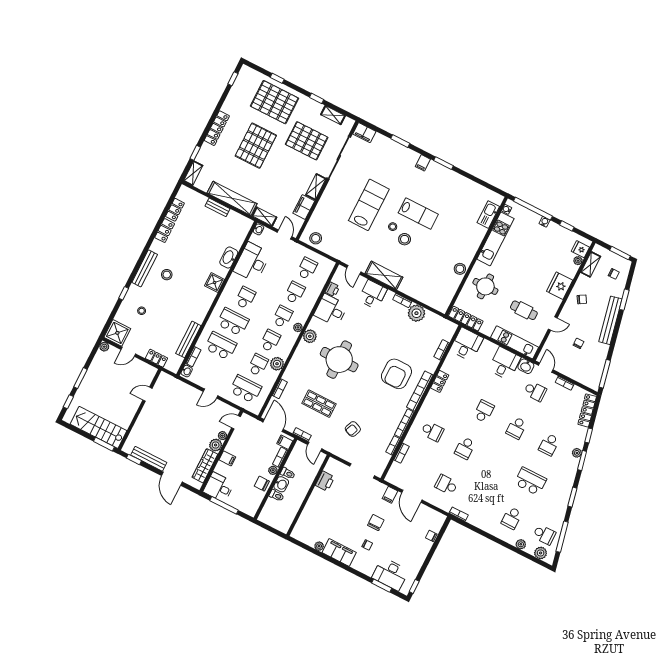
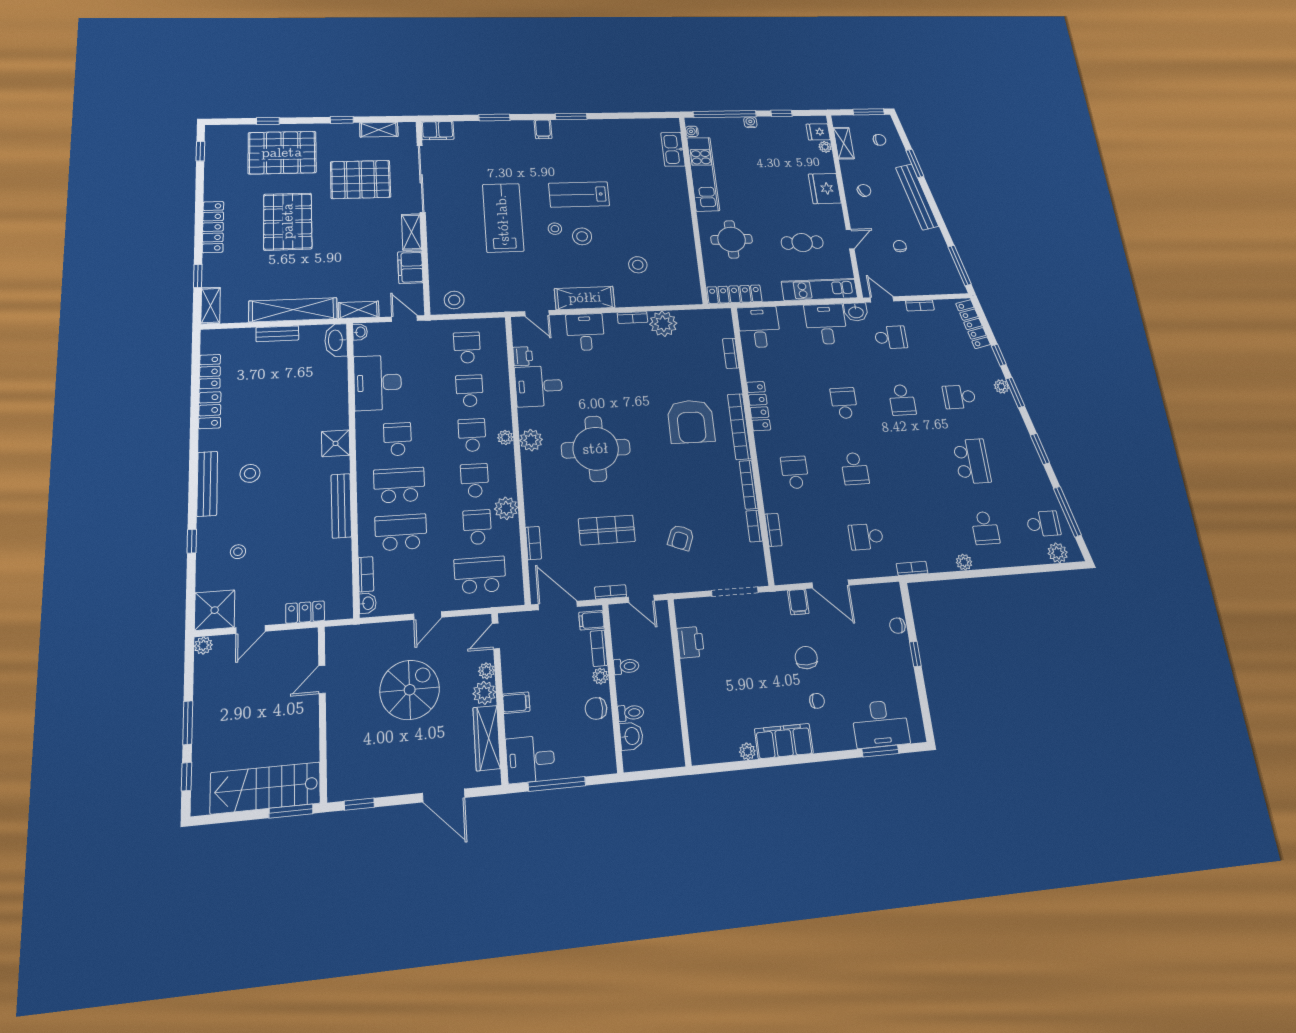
lab bench: (418, 214) -> (579, 194), turned 180
washbasin: (229, 257) -> (336, 340), moved
stool: (460, 269) -> (638, 265), moved
bench: (188, 339) -> (341, 506), moved
locker: (440, 381) -> (759, 406), width x1.53
spiral stairs: (183, 423) -> (410, 690), added
school desk: (432, 431) -> (795, 472), turned -90
school desk: (549, 445) -> (959, 397), turned 90
bench: (149, 459) -> (384, 787), removed
school desk: (530, 481) -> (972, 461), turned 90
washbasin: (281, 484) -> (631, 736), moved
plant: (521, 544) -> (964, 562), moved
window: (414, 586) -> (915, 654), moved

